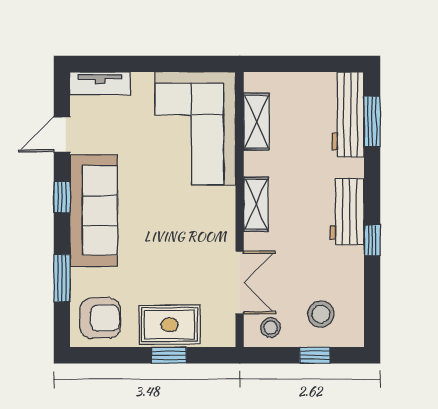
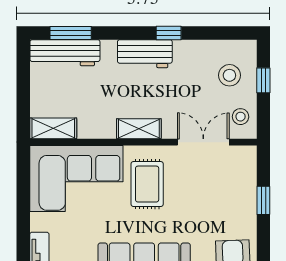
shelving: (256, 122) -> (53, 128), moved
rug: (170, 325) -> (147, 184), moved

